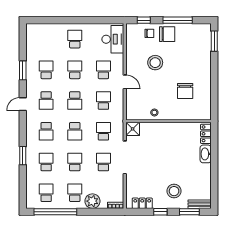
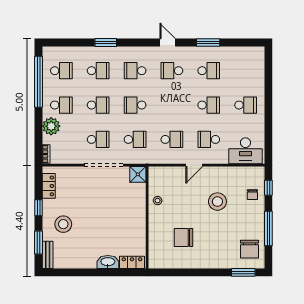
chair: (167, 34) -> (250, 249), moved
school desk: (103, 70) -> (209, 139), turned 180
school desk: (75, 101) -> (172, 105), removed

